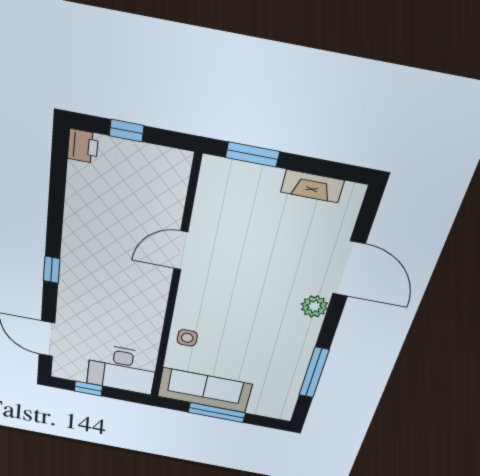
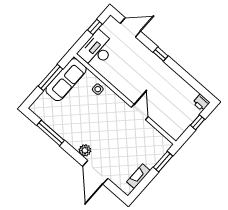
door: (349, 269) -> (95, 172), hinge flipped

